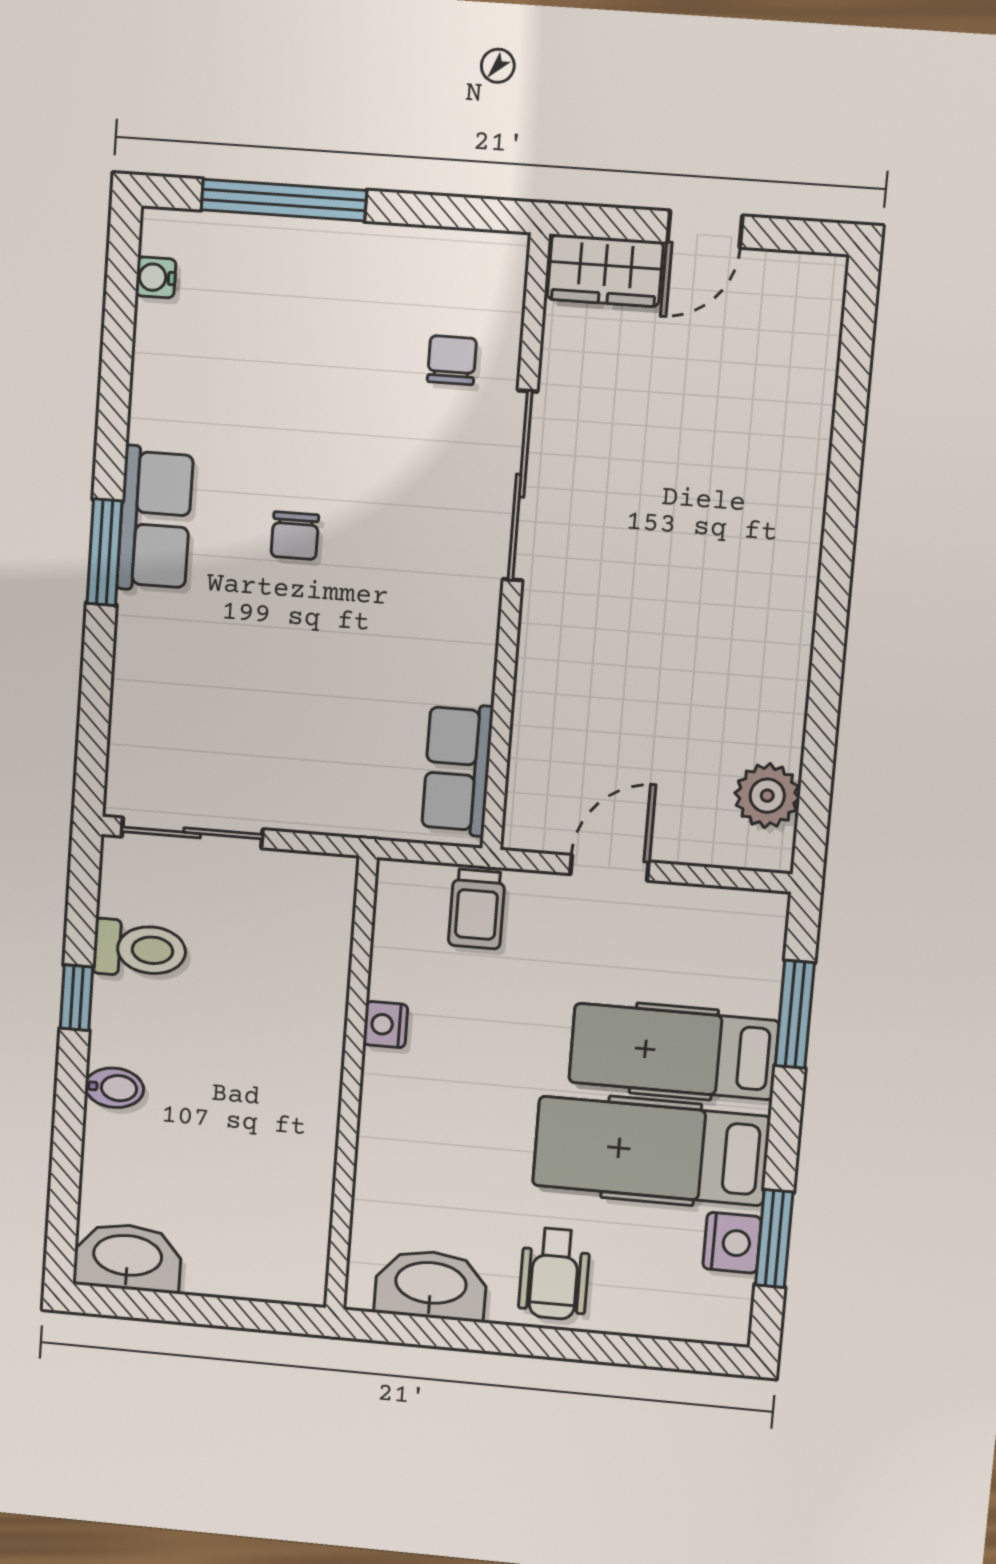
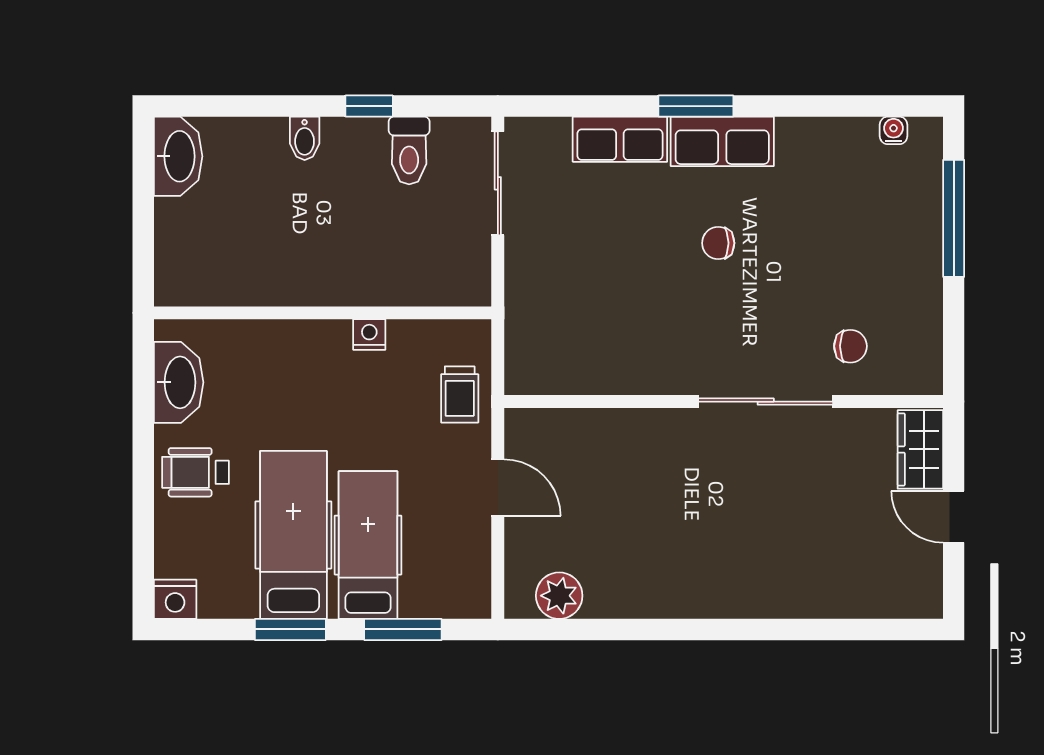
row of seats: (457, 769) -> (620, 139), moved, turned 180
trolley: (477, 909) -> (460, 394), turned -90
window: (774, 1238) -> (290, 629), moved
nightstand: (732, 1243) -> (175, 599), moved

